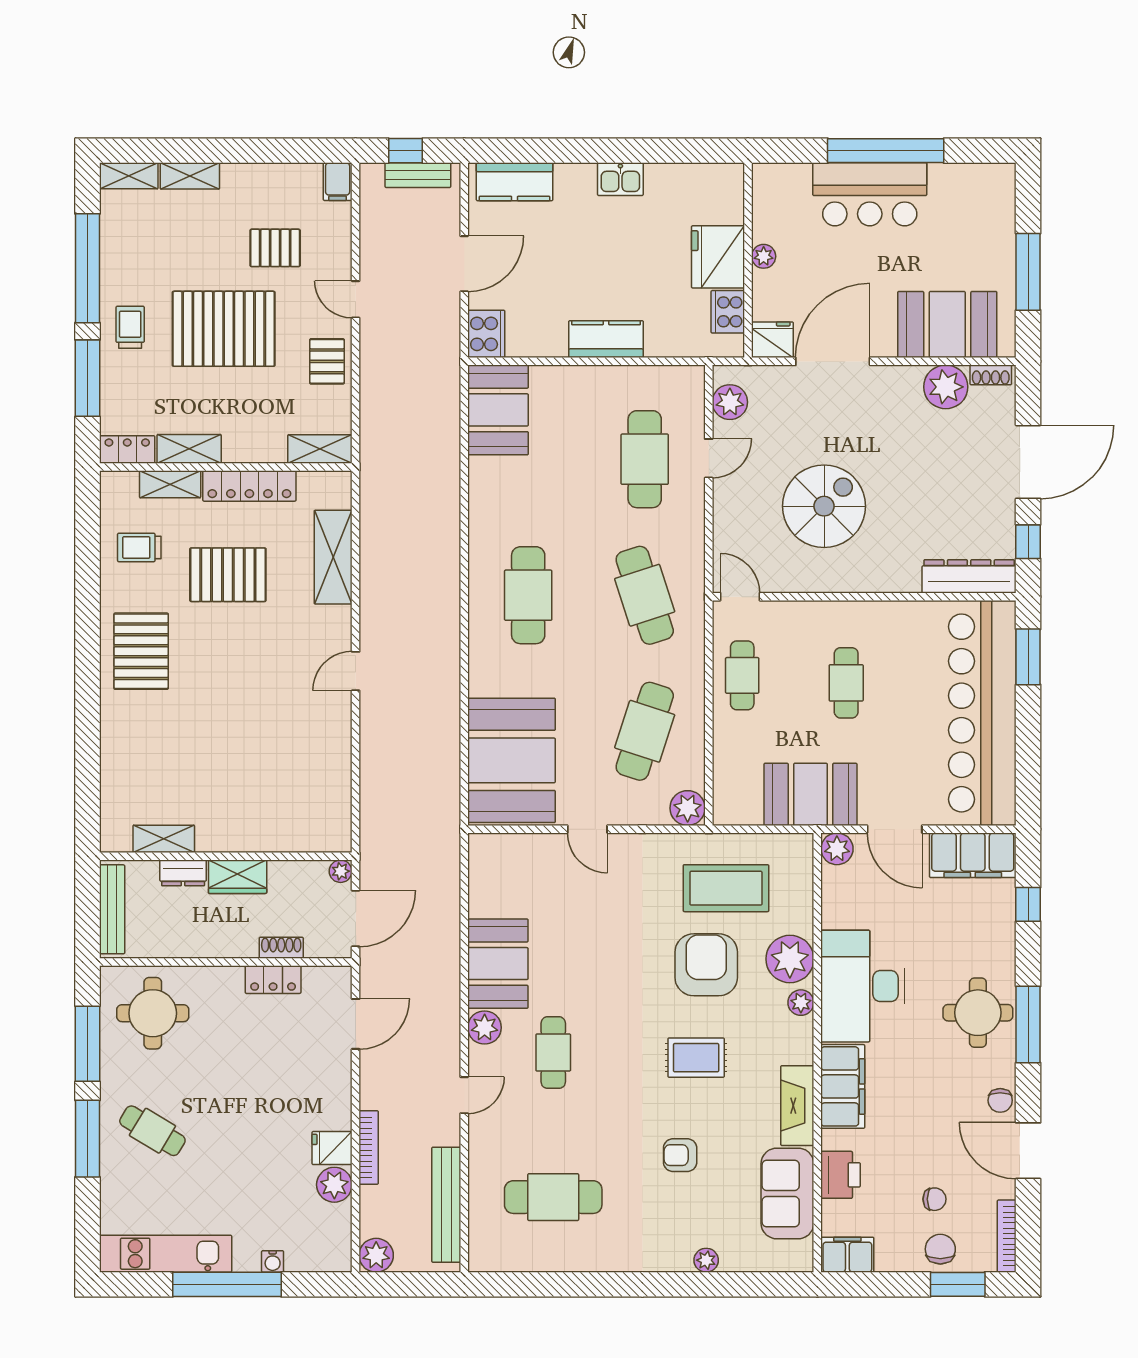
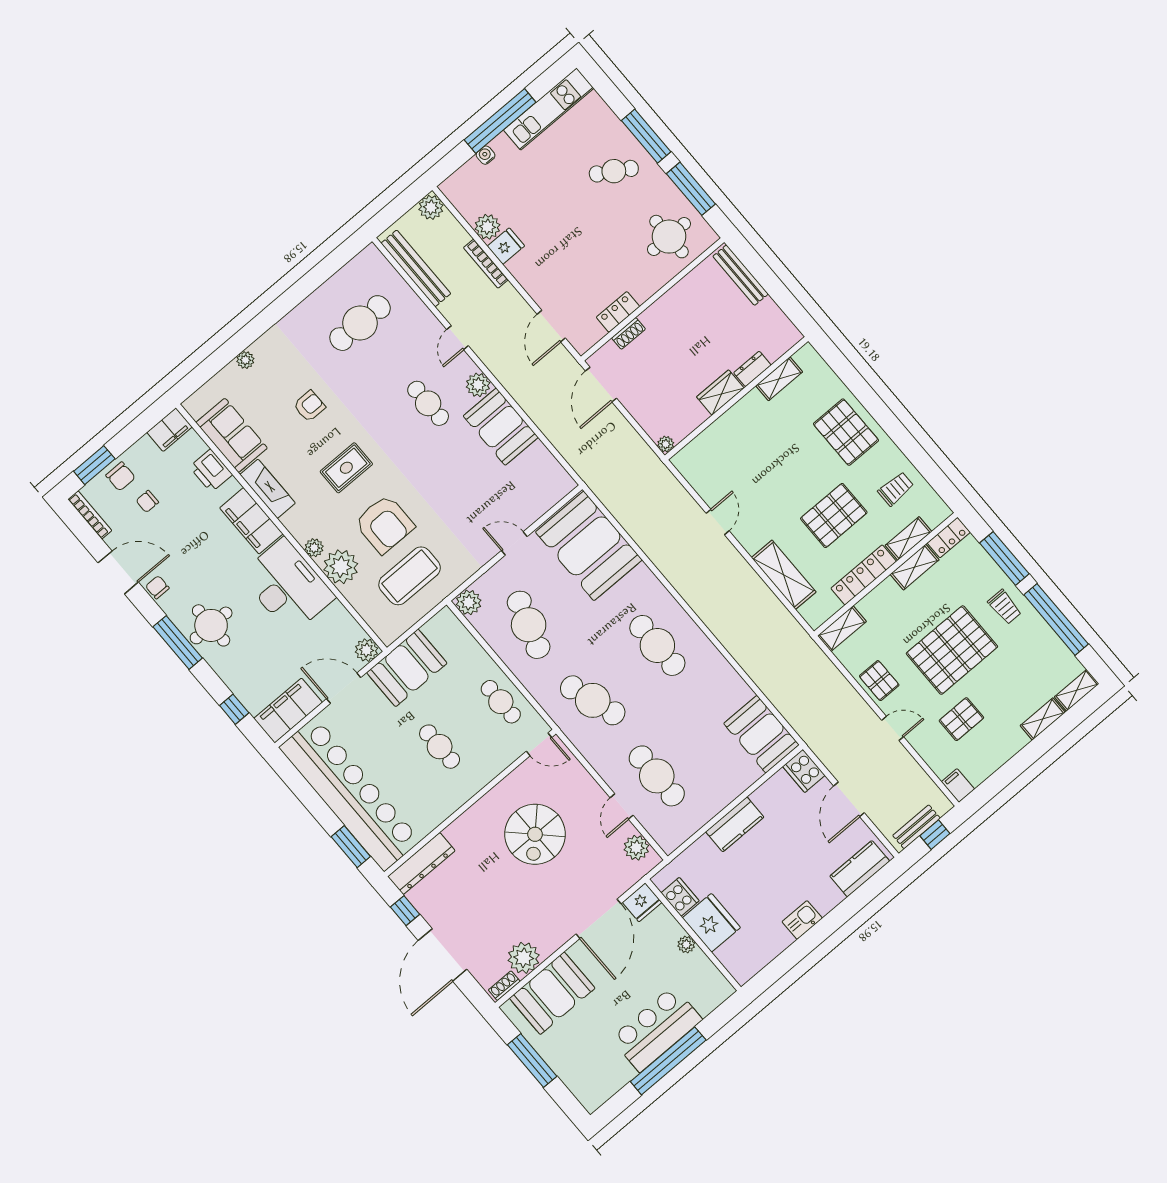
shelving: (164, 839) -> (779, 379), moved
wall: (226, 856) -> (736, 398), moved
plant: (341, 871) -> (666, 444), moved
dresser: (183, 873) -> (752, 369), moved
wardrobe: (238, 877) -> (720, 392), moved

